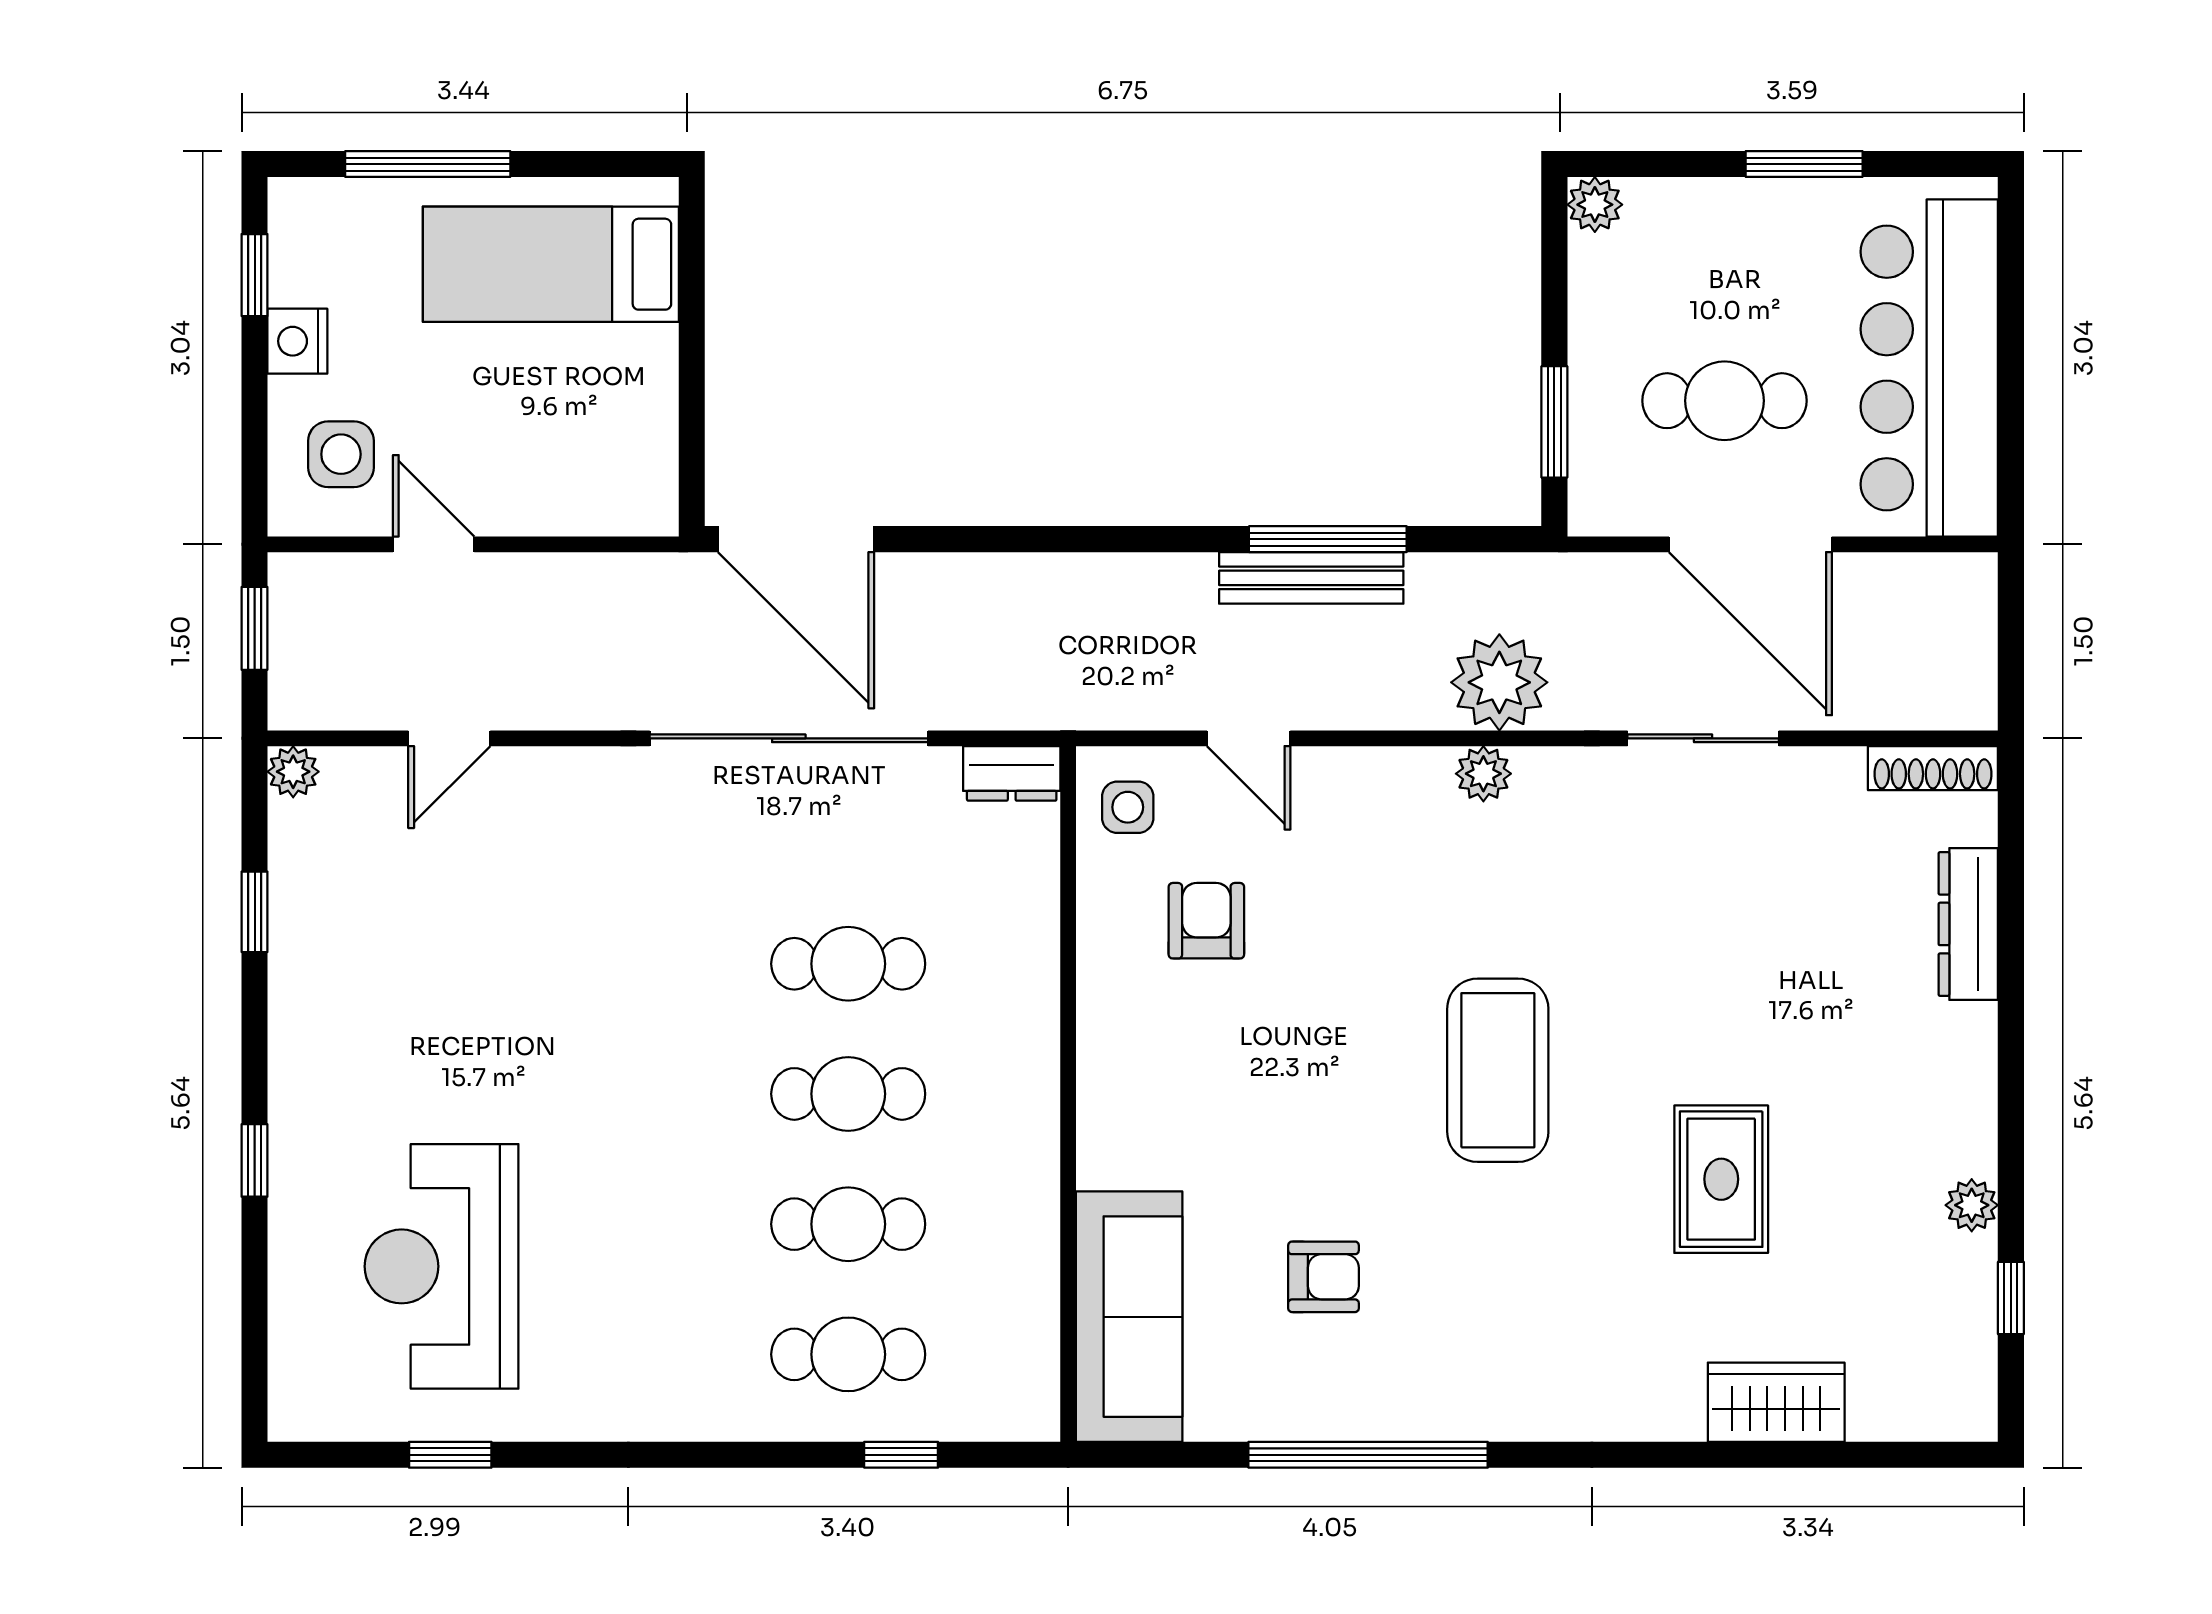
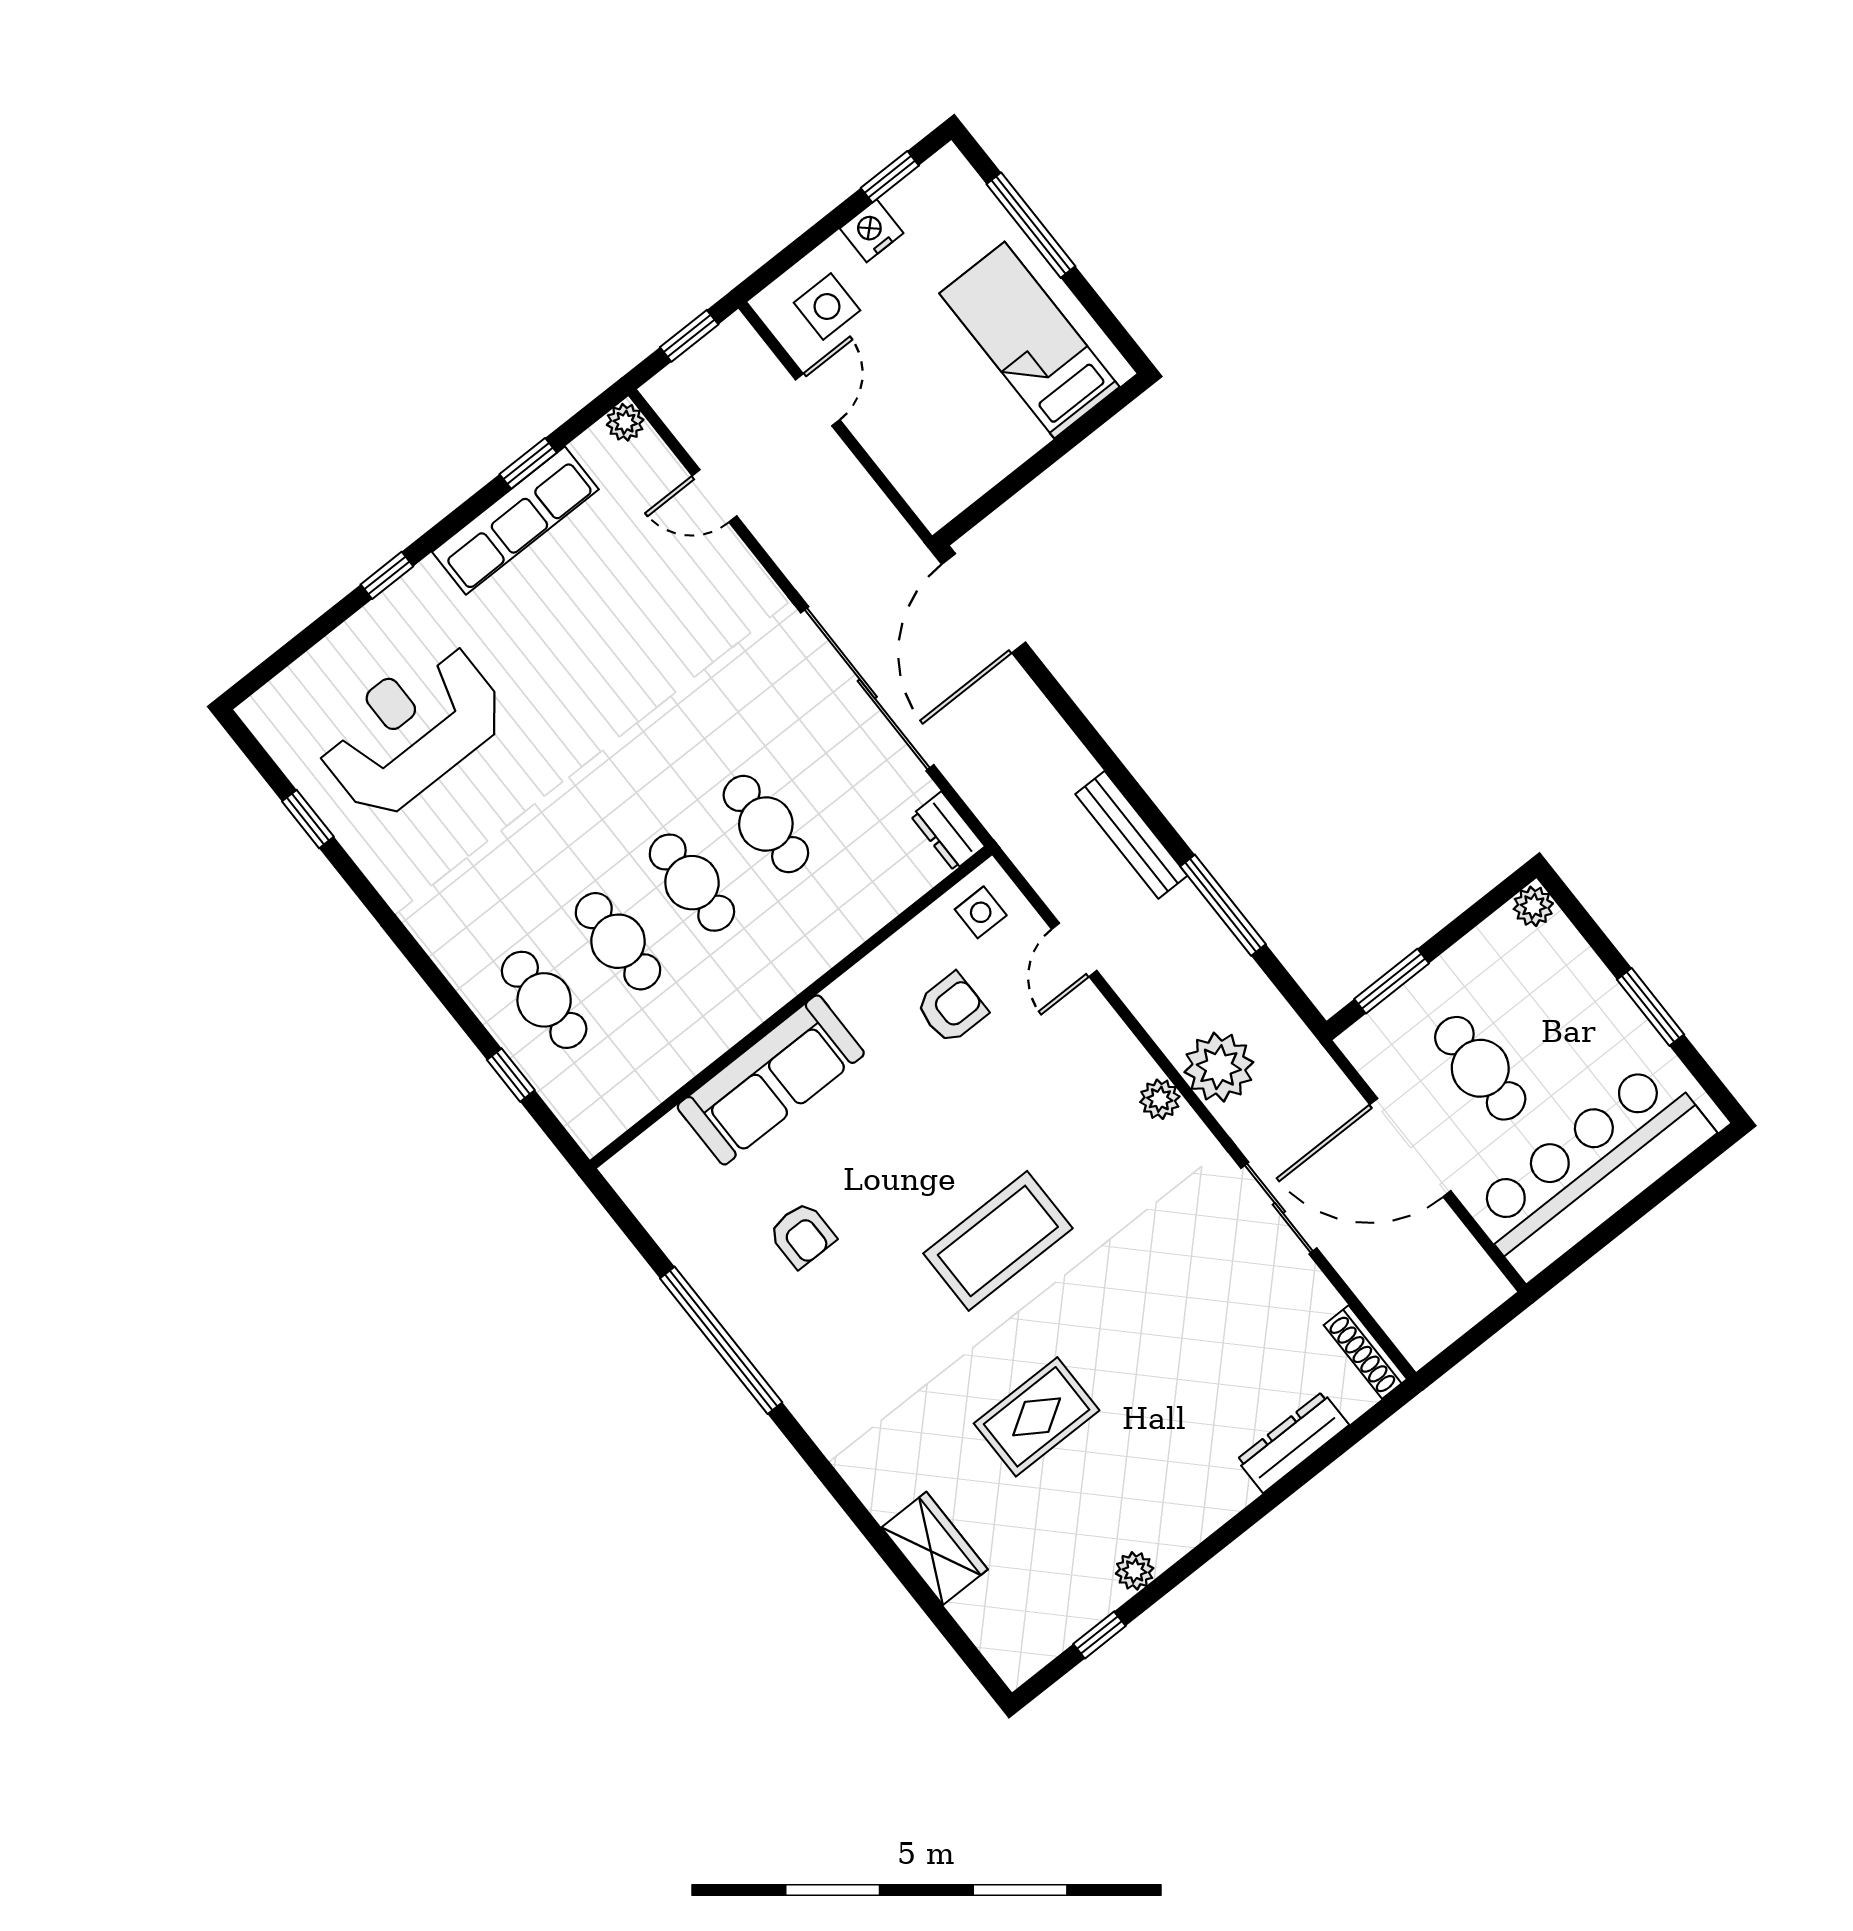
door: (1750, 544) -> (1410, 1148), hinge flipped
bench: (1311, 578) -> (1131, 835), moved
row of seats: (305, 975) -> (515, 521), added
sofa: (1129, 1317) -> (771, 1080), moved

